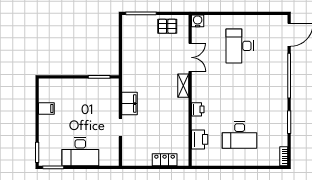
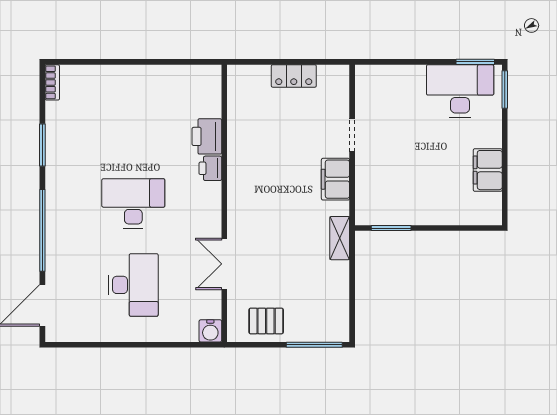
shelving: (183, 86) -> (340, 238), moved
filing cabinet: (46, 109) -> (488, 170), width x2.00
desk: (240, 135) -> (133, 203), moved
printer: (200, 139) -> (207, 136), moved
desk: (80, 152) -> (460, 91), moved
locker: (165, 160) -> (294, 76), moved

